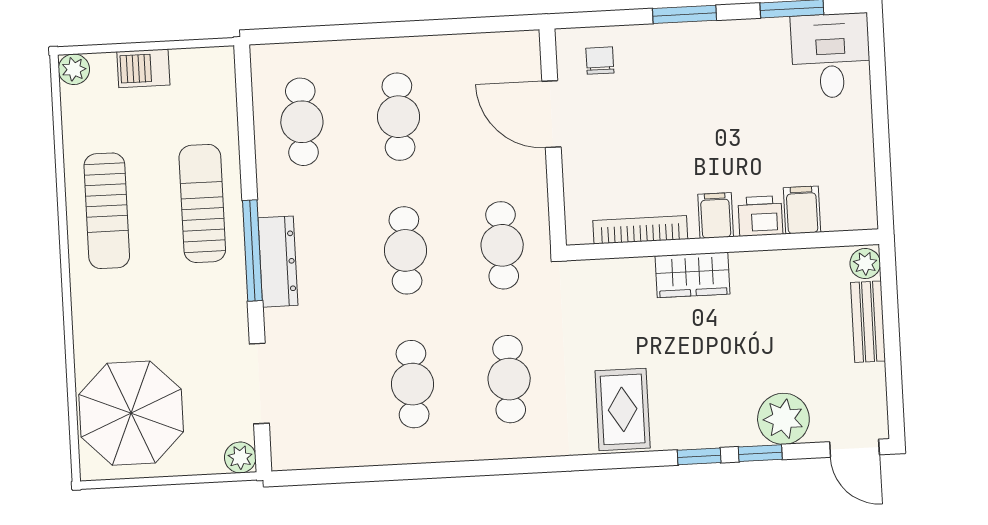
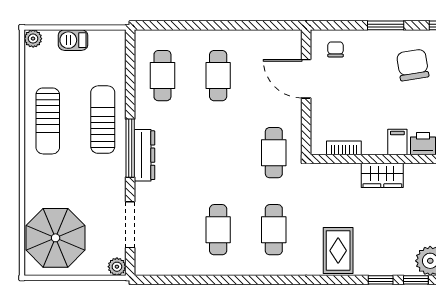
chair: (735, 81) -> (413, 65), added
bookcase: (640, 230) -> (344, 148), width x0.64
cafe table: (405, 250) -> (218, 153), removed

